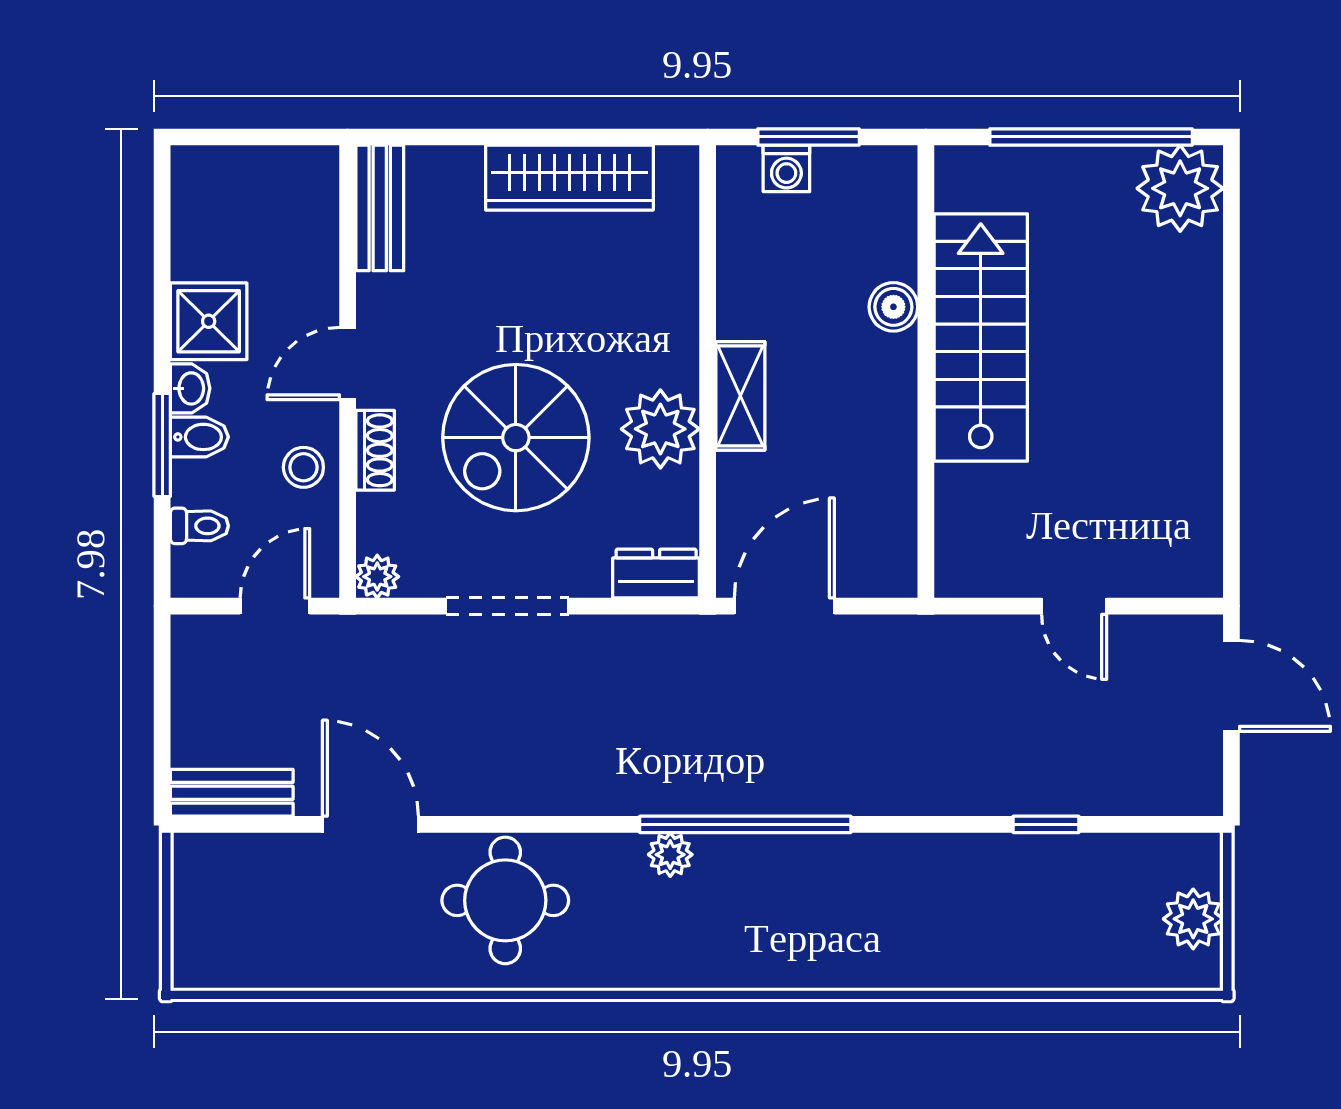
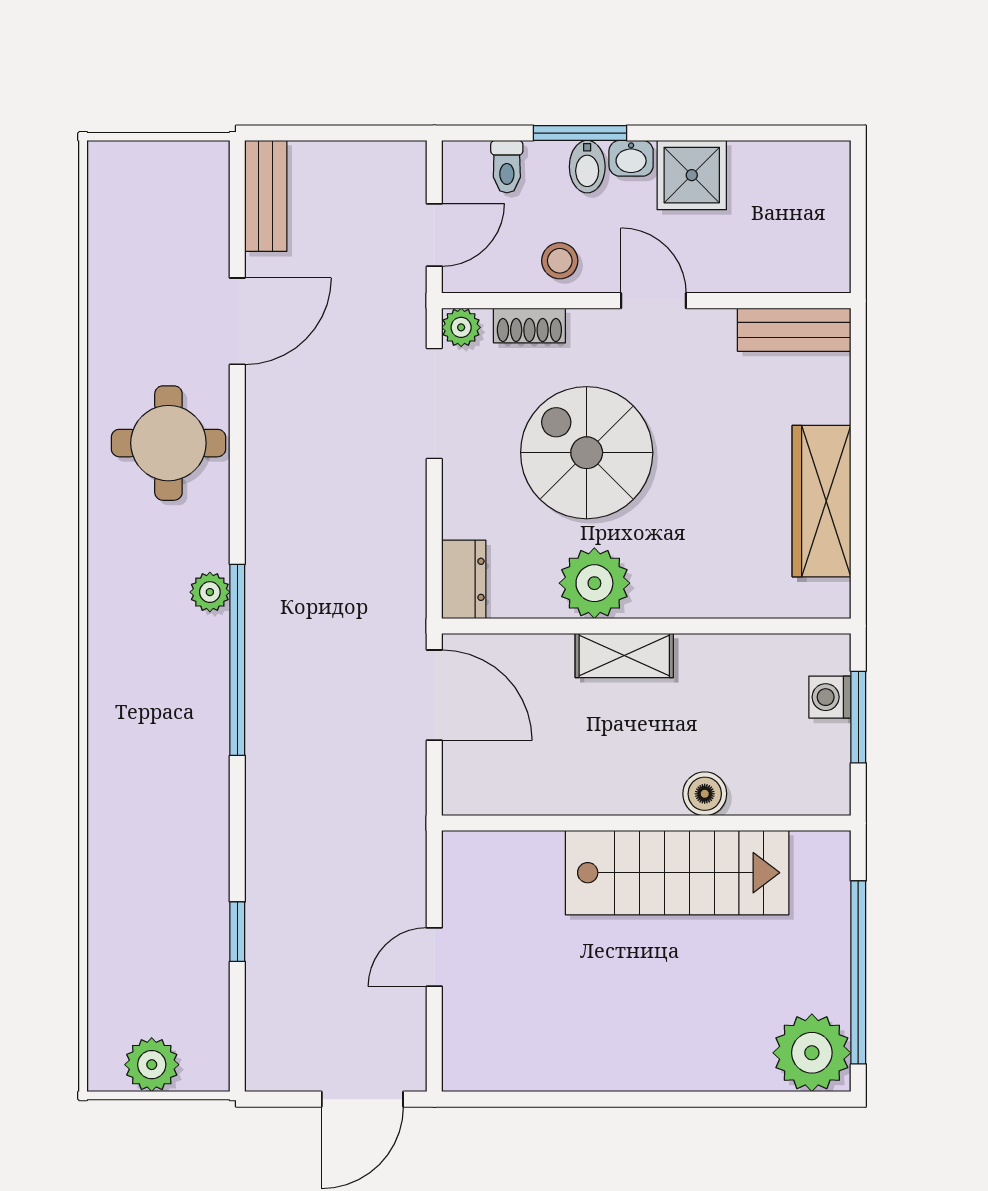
shoe rack: (375, 450) -> (529, 325), moved
door: (275, 606) -> (434, 235), hinge flipped
doorway: (507, 606) -> (434, 404), moved

